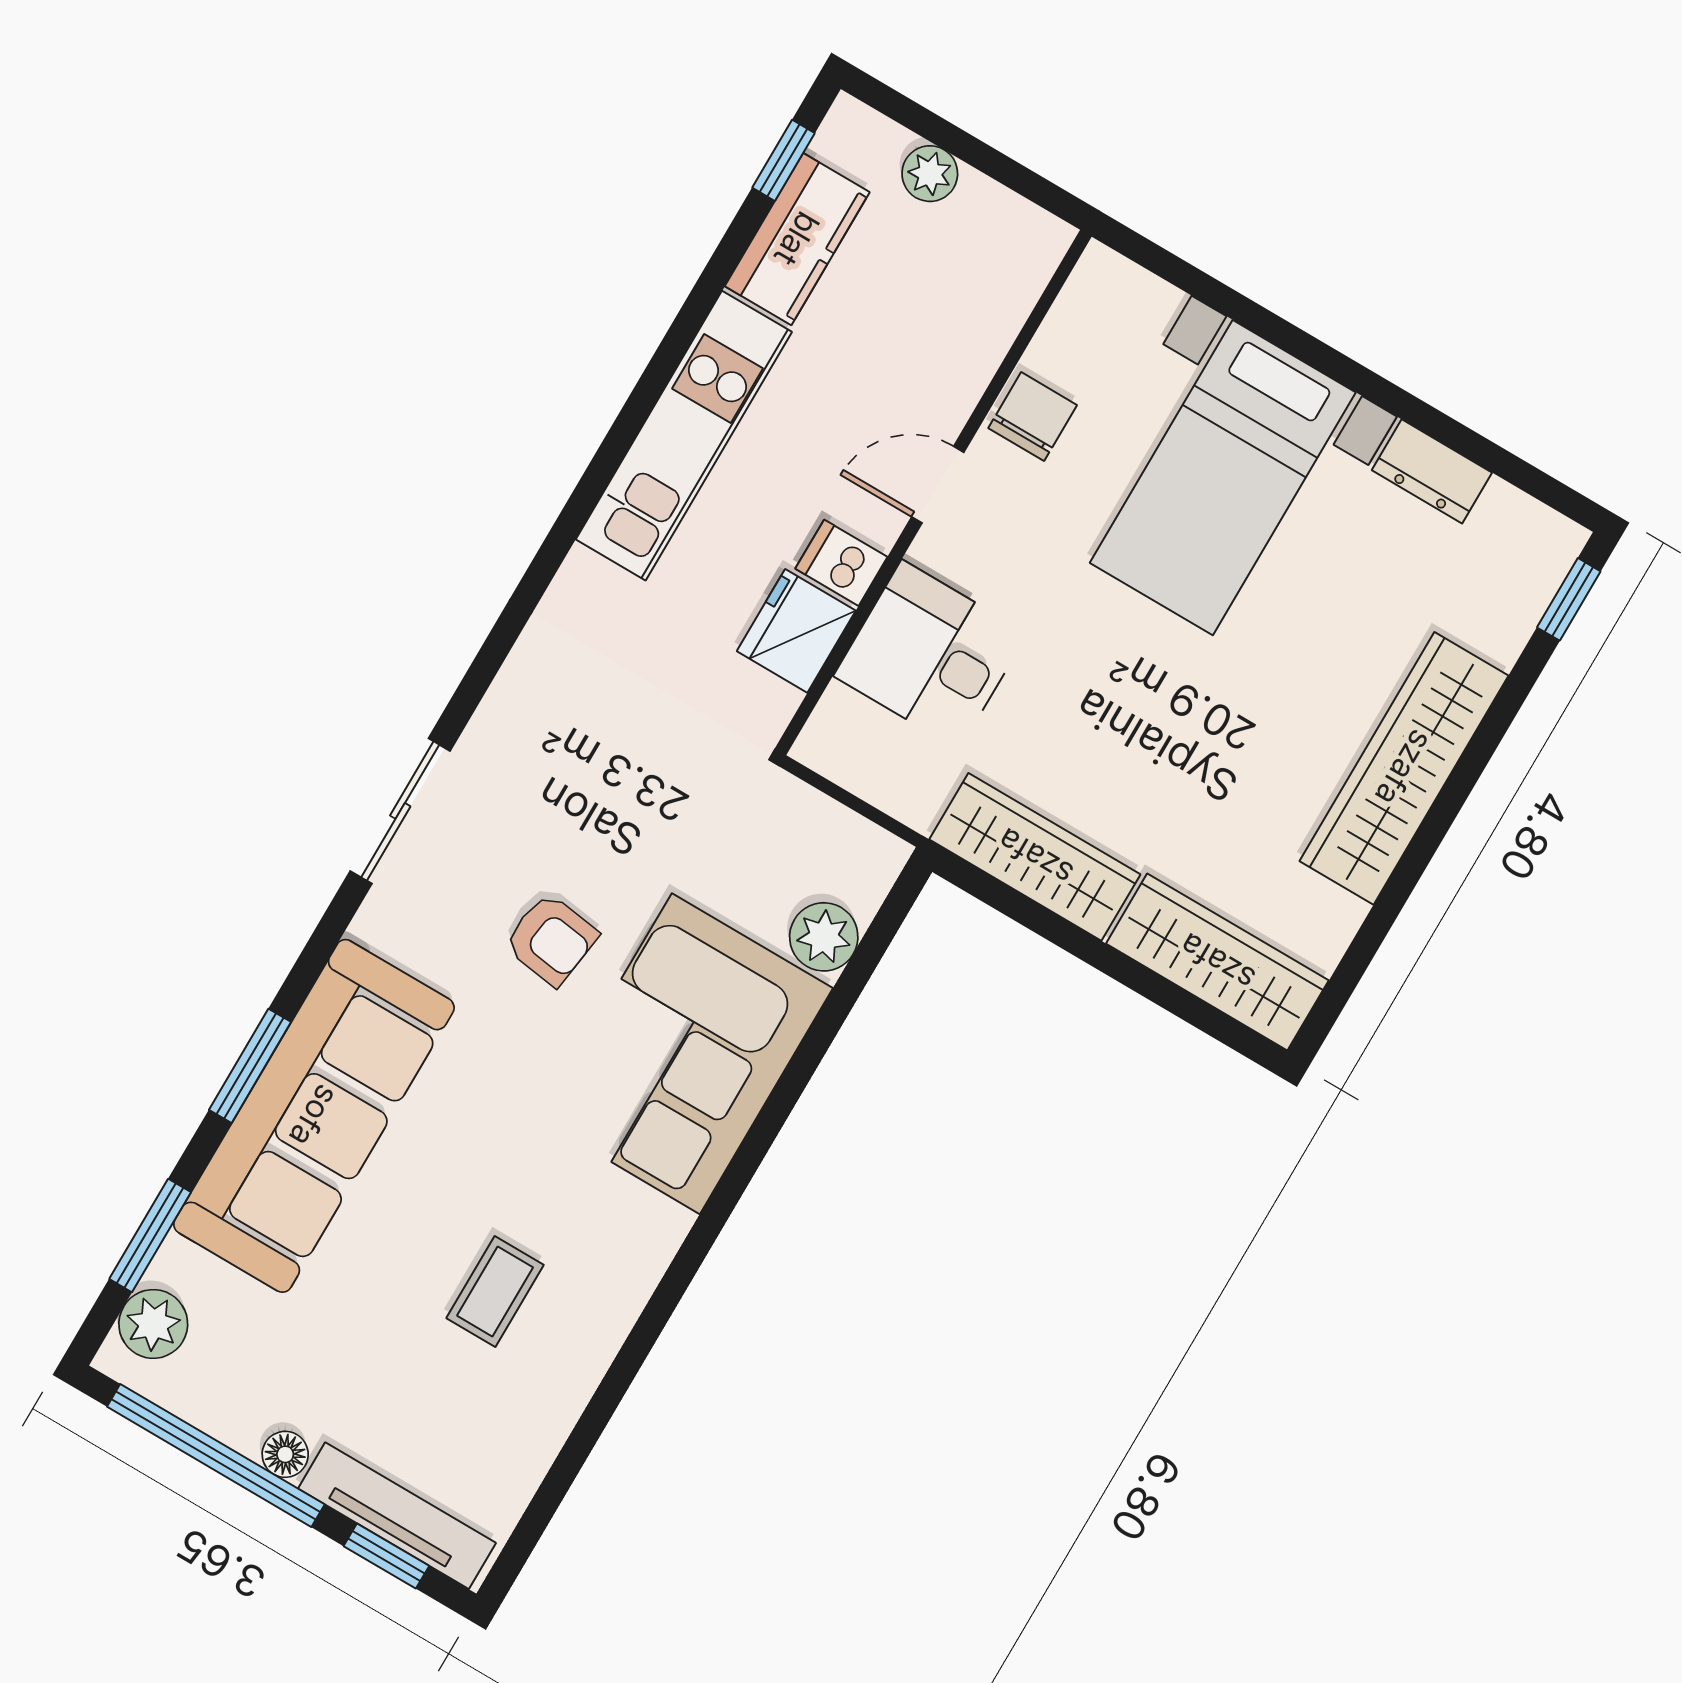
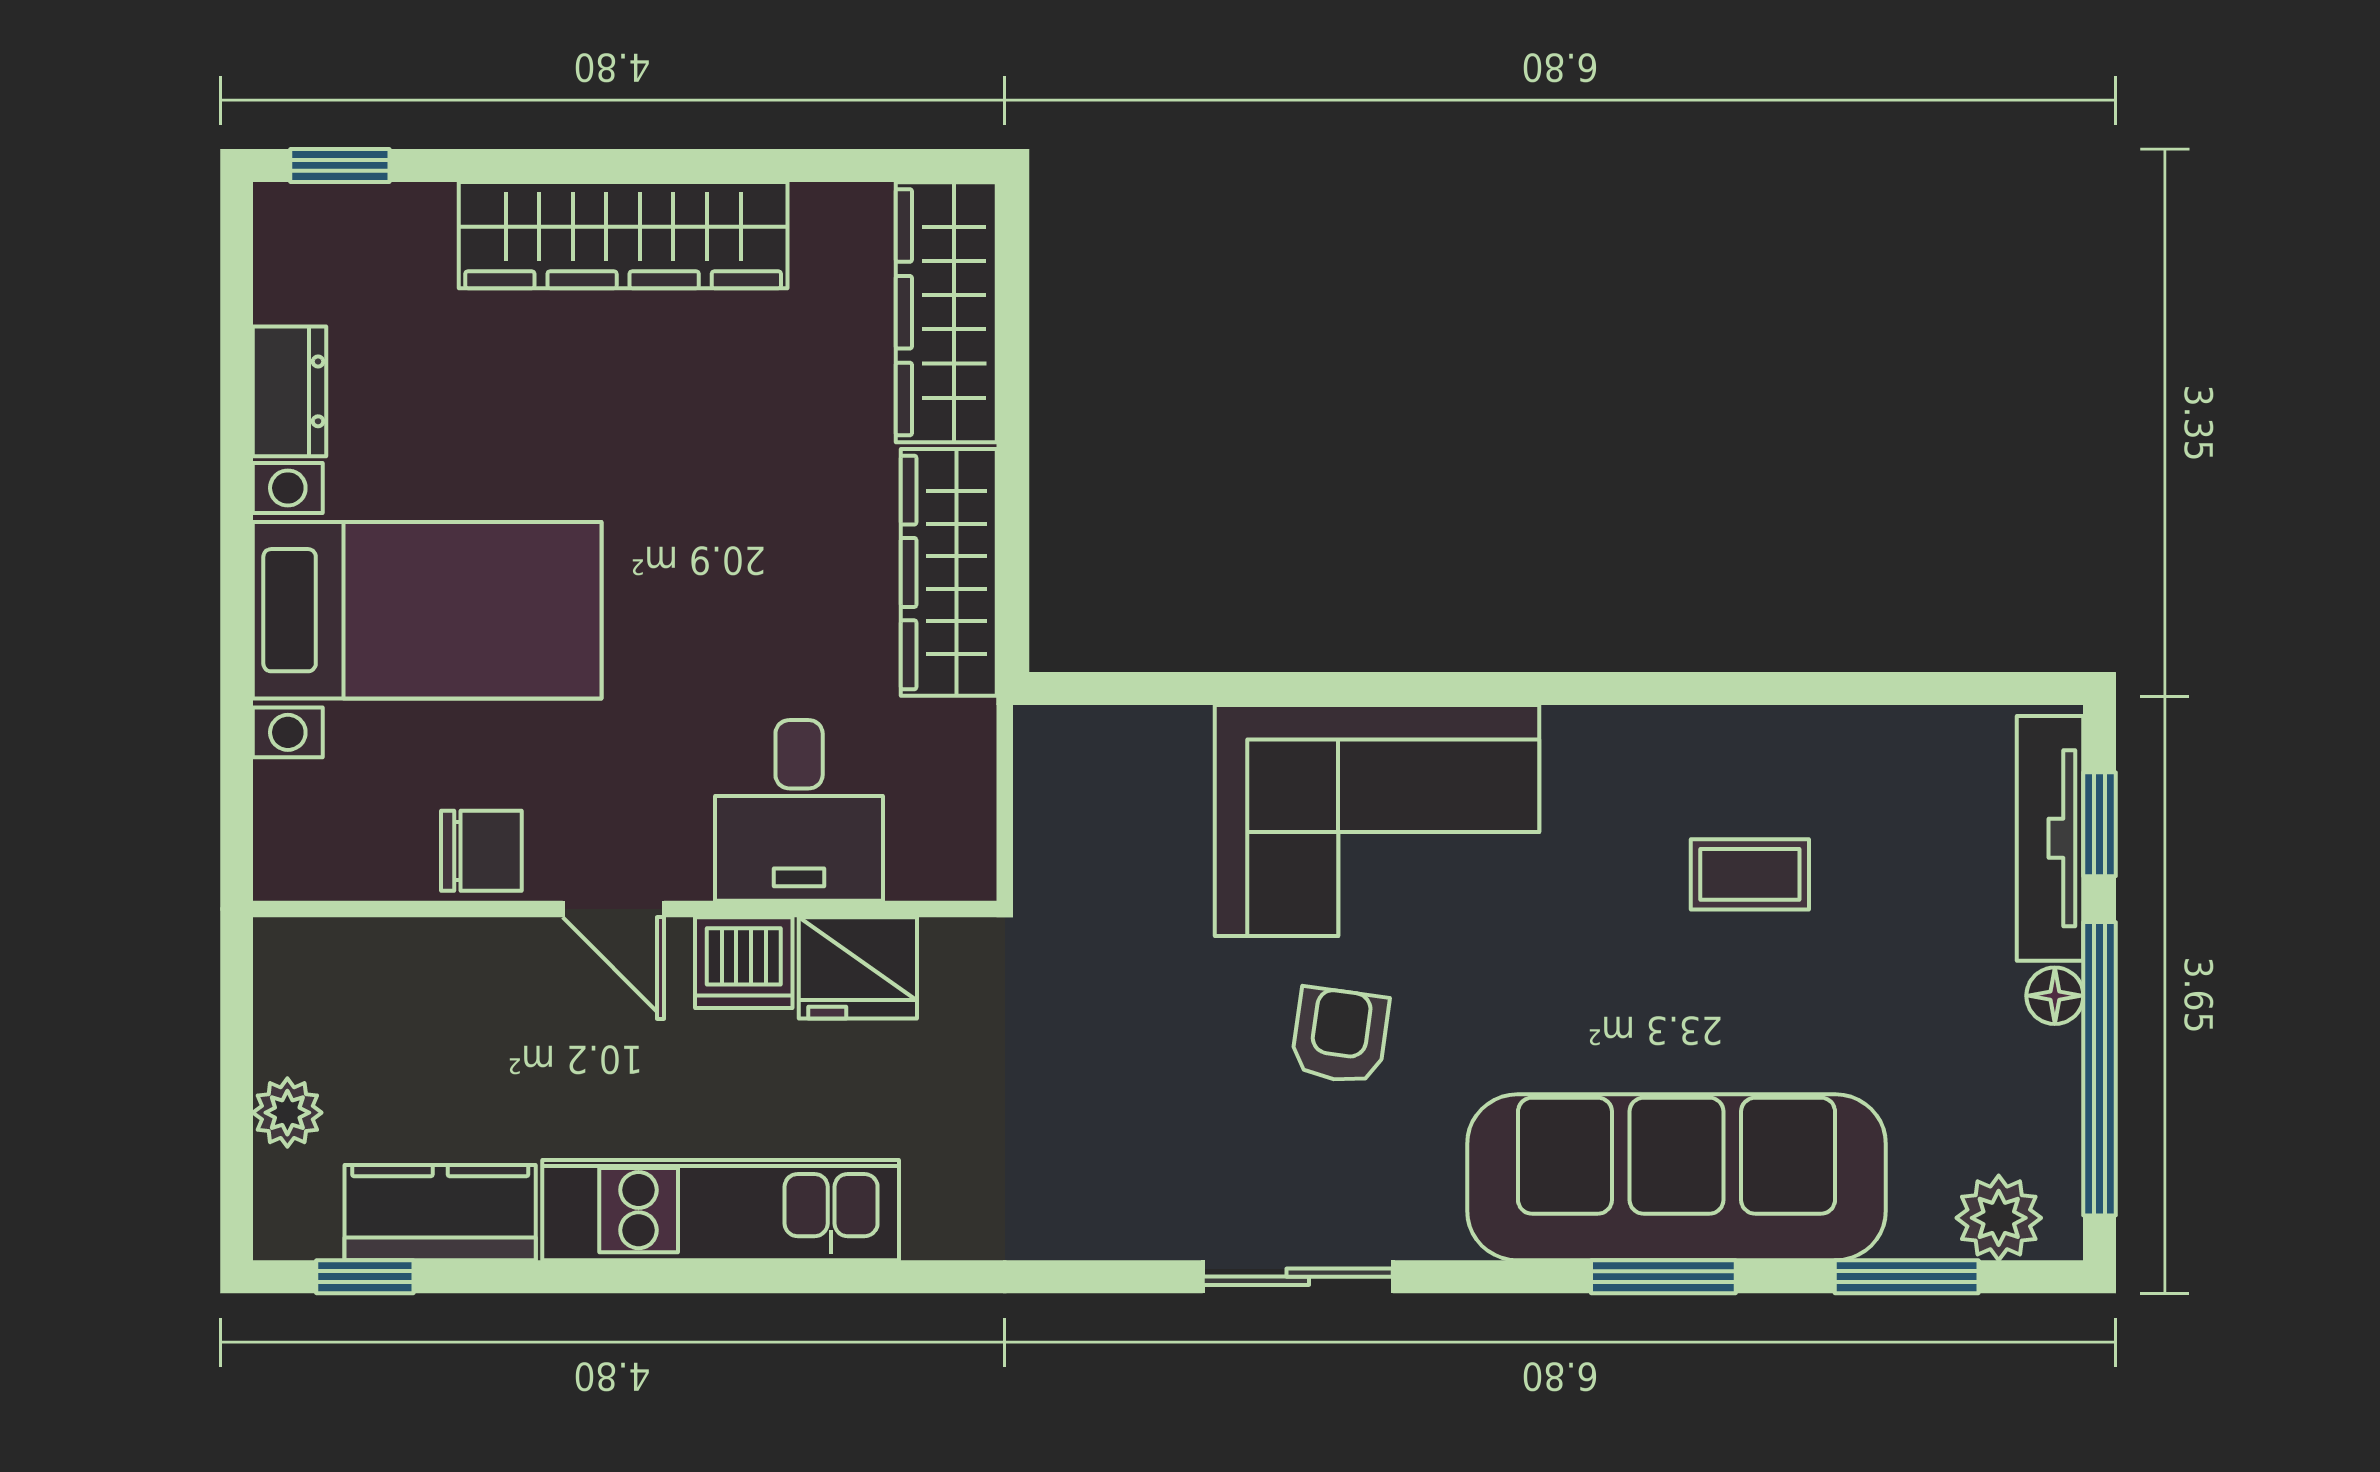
chair: (1033, 417) -> (481, 851), turned 180
dishwasher: (841, 563) -> (744, 963), width x1.38
plant: (824, 937) -> (1166, 747), removed

